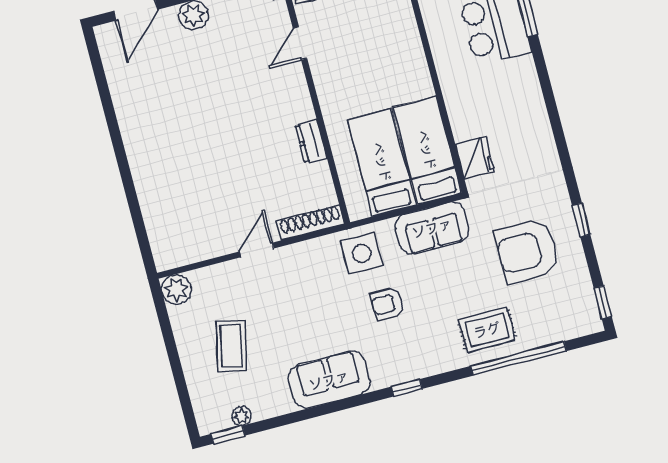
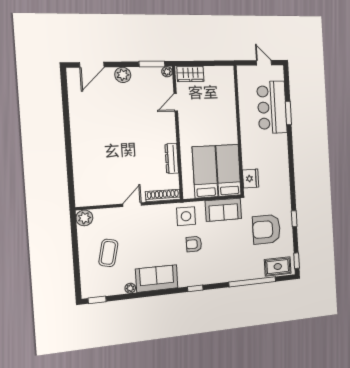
dresser: (311, 141) -> (172, 158), width x1.44
rug: (487, 330) -> (278, 266), moved
plant: (241, 416) -> (130, 288), moved

